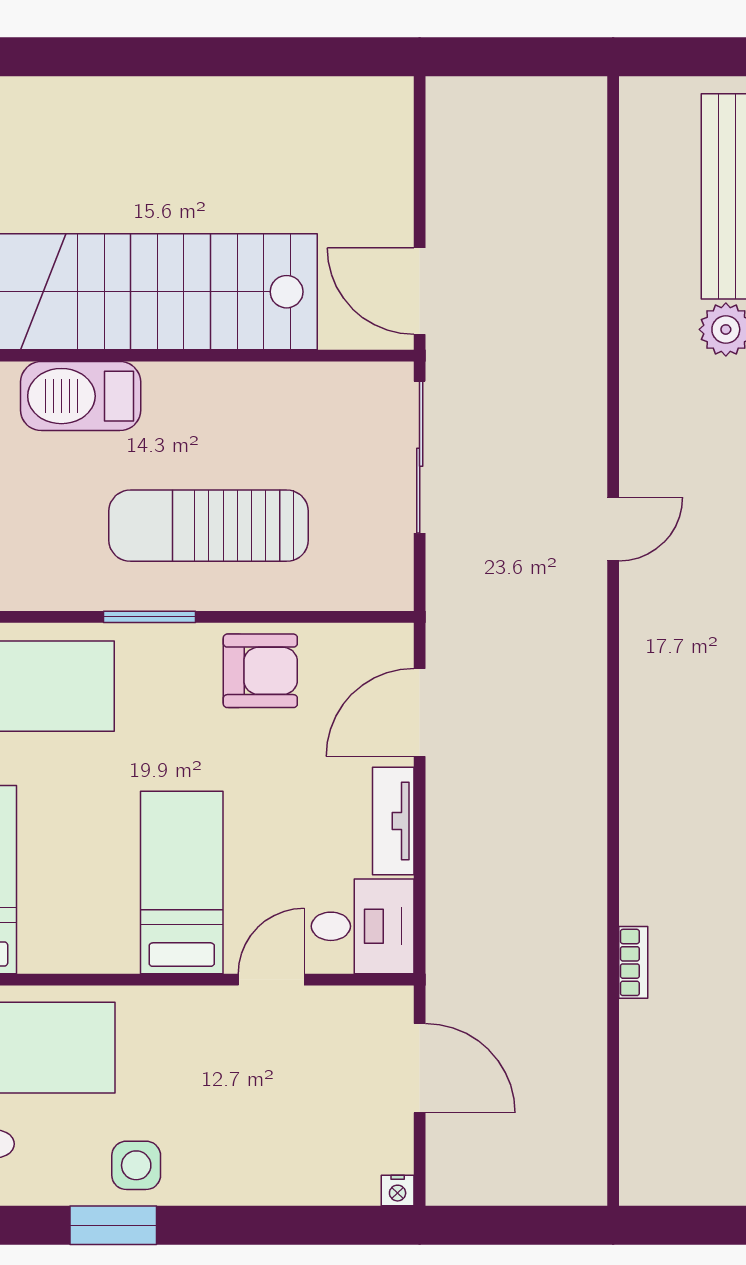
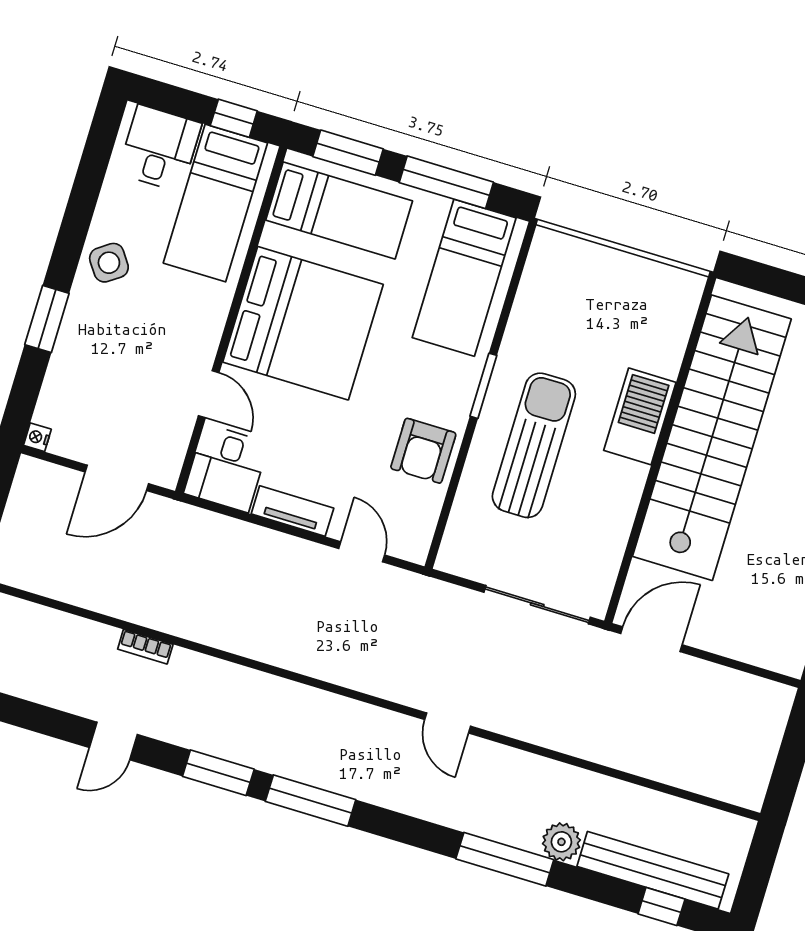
barbecue: (81, 396) -> (640, 416), moved
door: (420, 712) -> (362, 552), width x0.73
bed: (182, 882) -> (303, 323), width x2.04
side table: (136, 1165) -> (109, 263), turned -35
window: (113, 1225) -> (47, 319), moved

